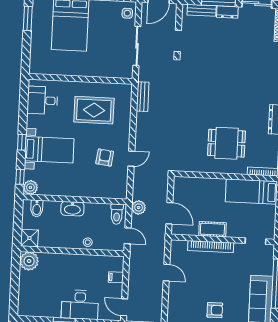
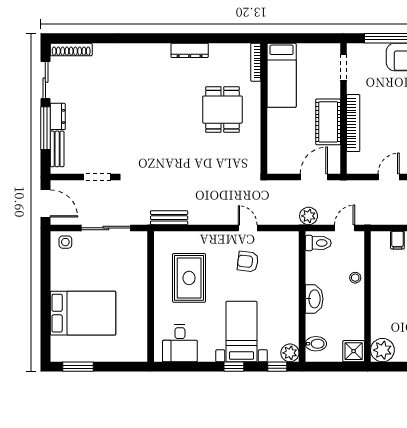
cot: (212, 229) -> (328, 122), width x1.37, depth x1.34

